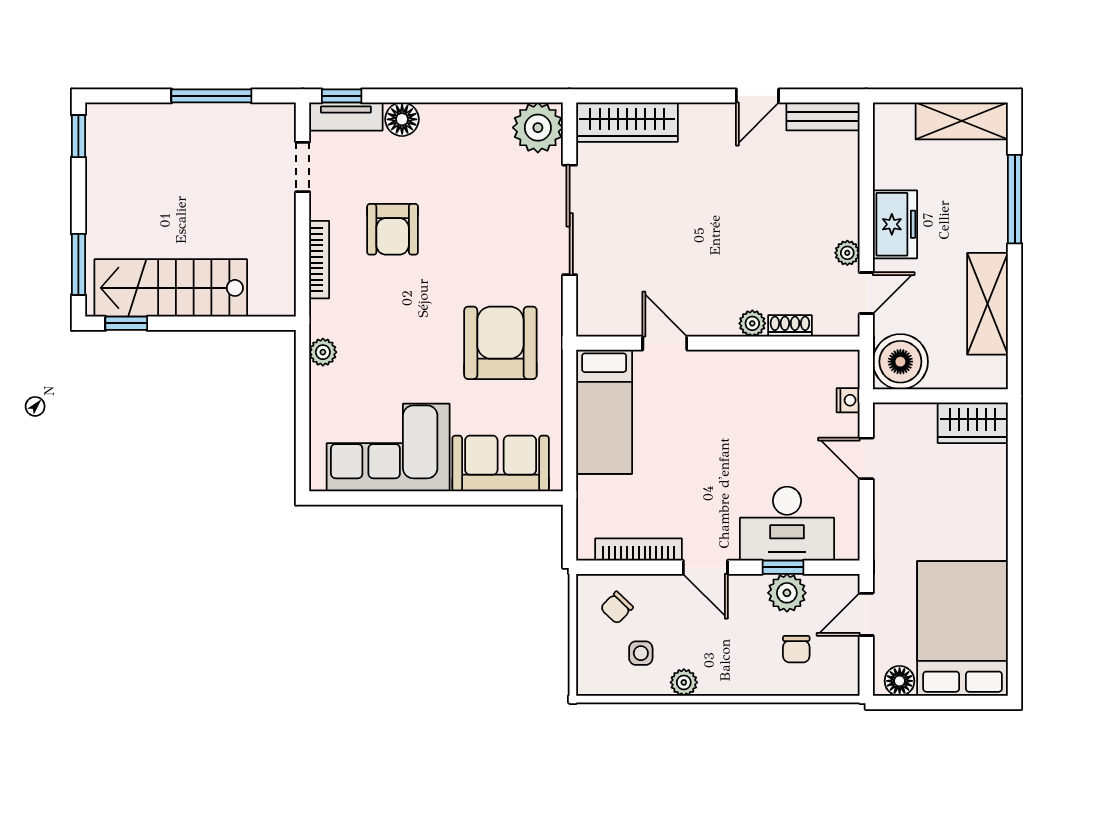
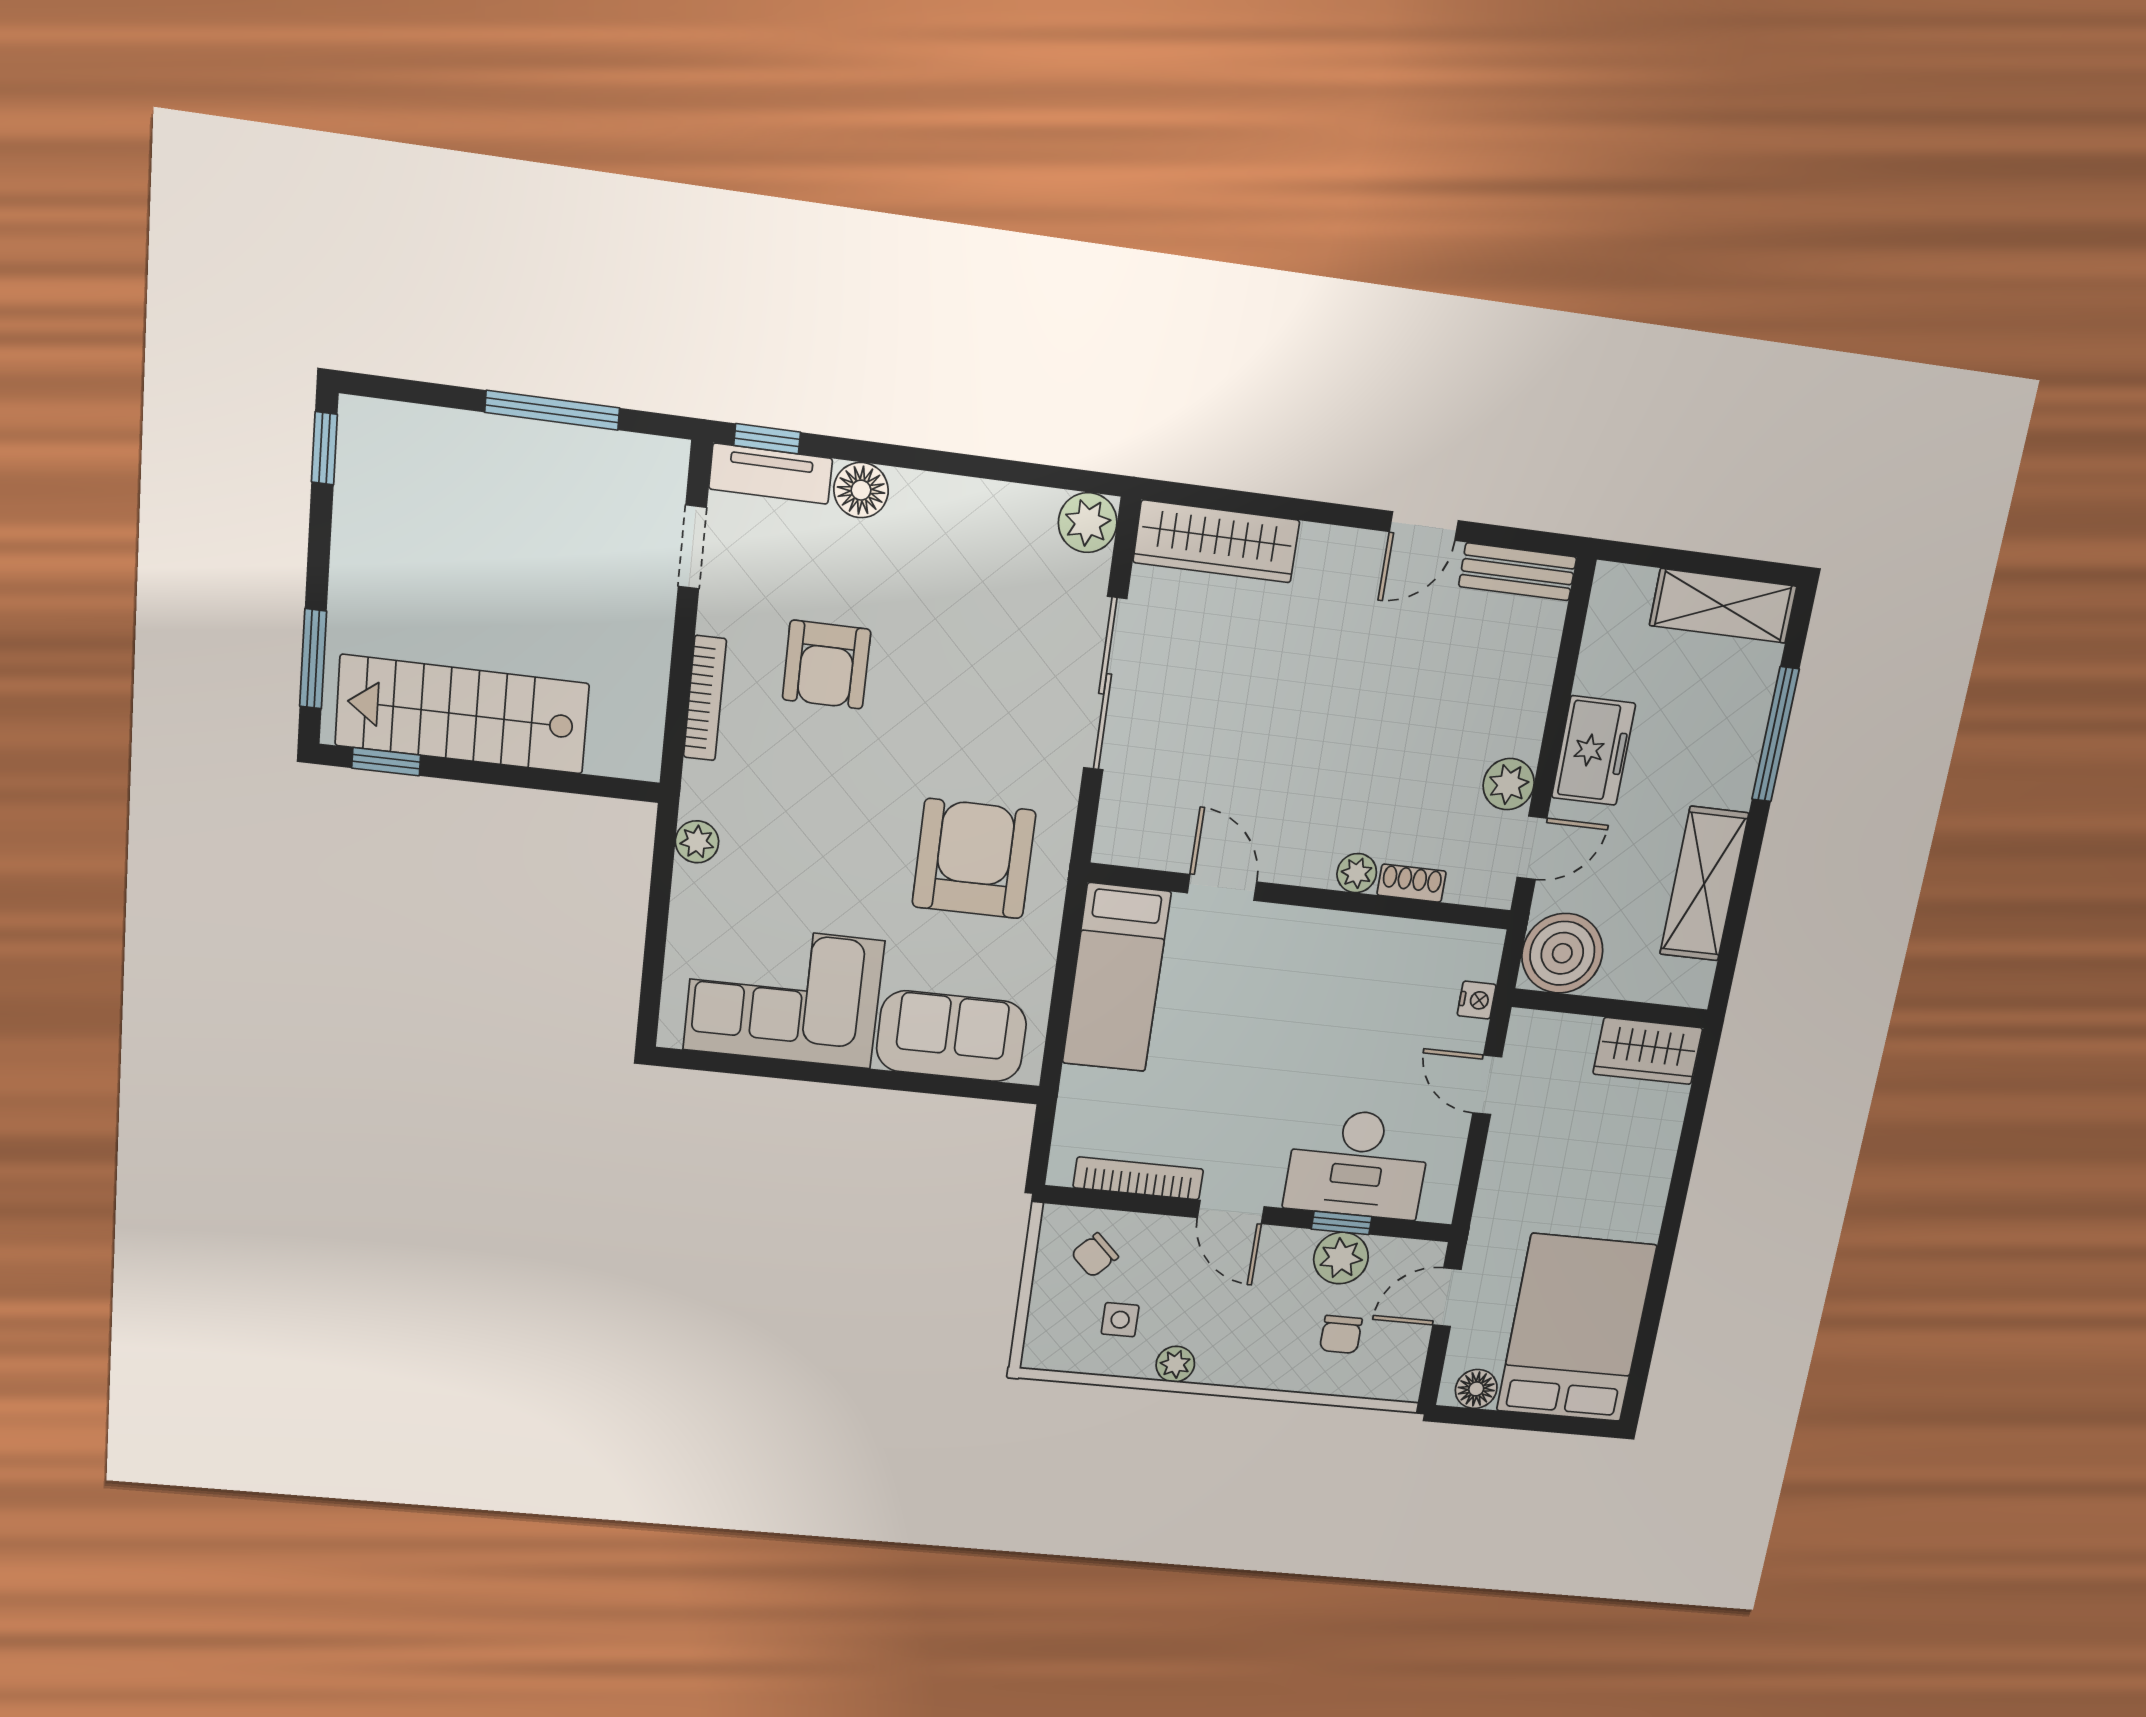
plant: (538, 128) -> (1088, 523), width x0.73, depth x0.73
plant: (847, 253) -> (1509, 784), width x1.38, depth x1.38

